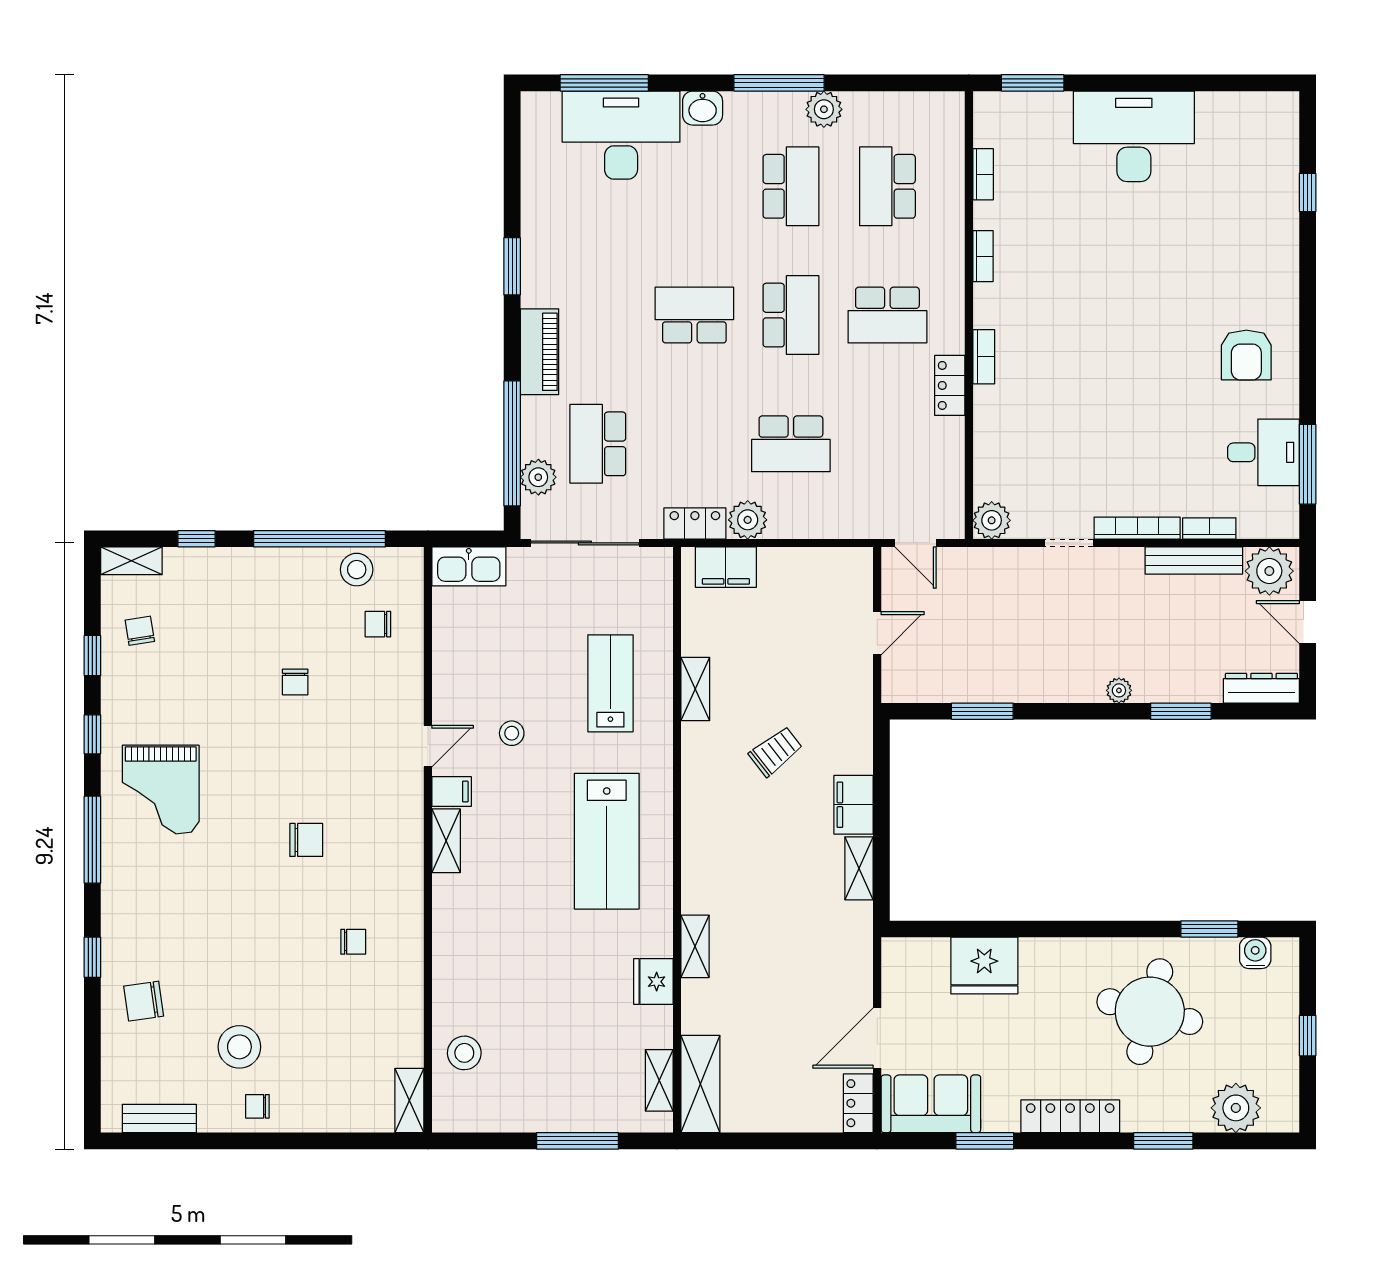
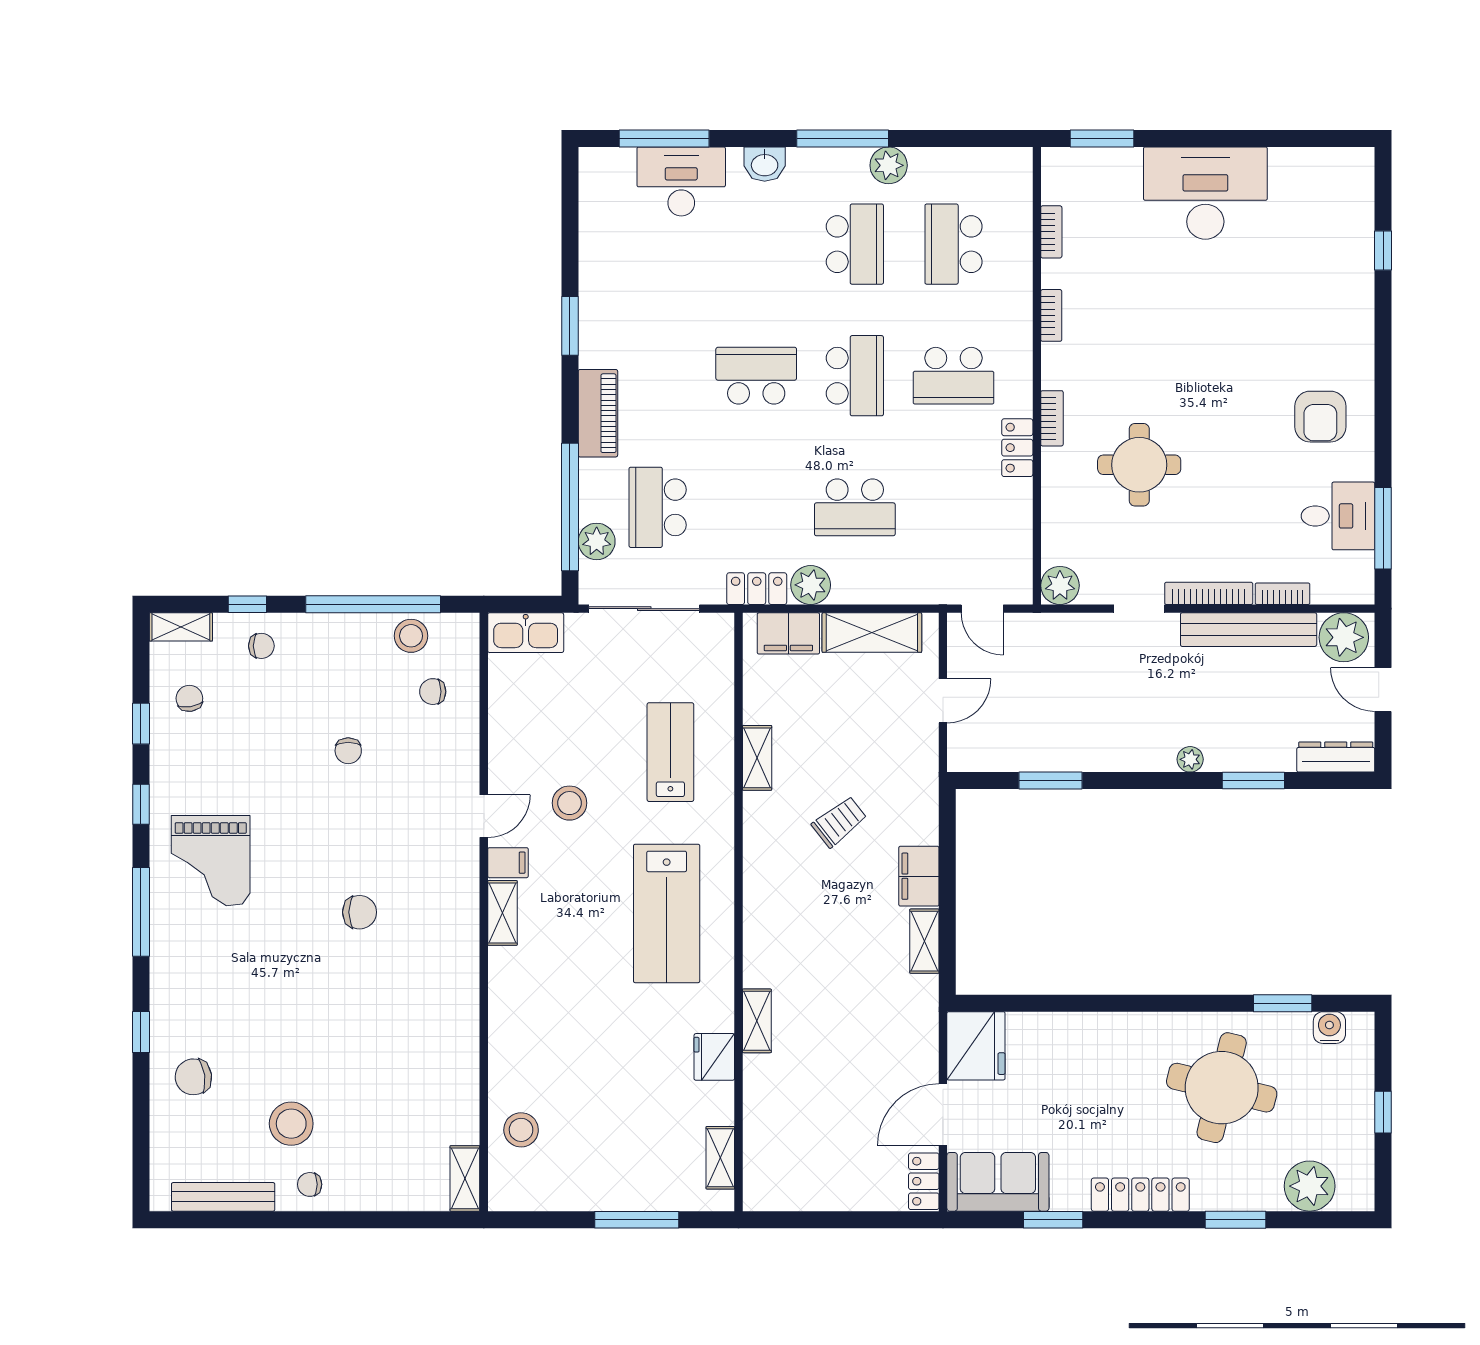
desk: (621, 135) -> (681, 181), width x0.73, depth x0.77
round table: (1069, 402) -> (1139, 465), added
bench: (1194, 561) -> (1249, 630), width x1.37, depth x1.21
stool: (512, 733) -> (569, 803), width x1.37, depth x1.37
chair: (353, 942) -> (261, 646), moved
fridge: (984, 966) -> (976, 1046), moved, turned -90
shelving: (700, 1084) -> (872, 633), moved, turned 90
bench: (159, 1118) -> (223, 1197), width x1.36

